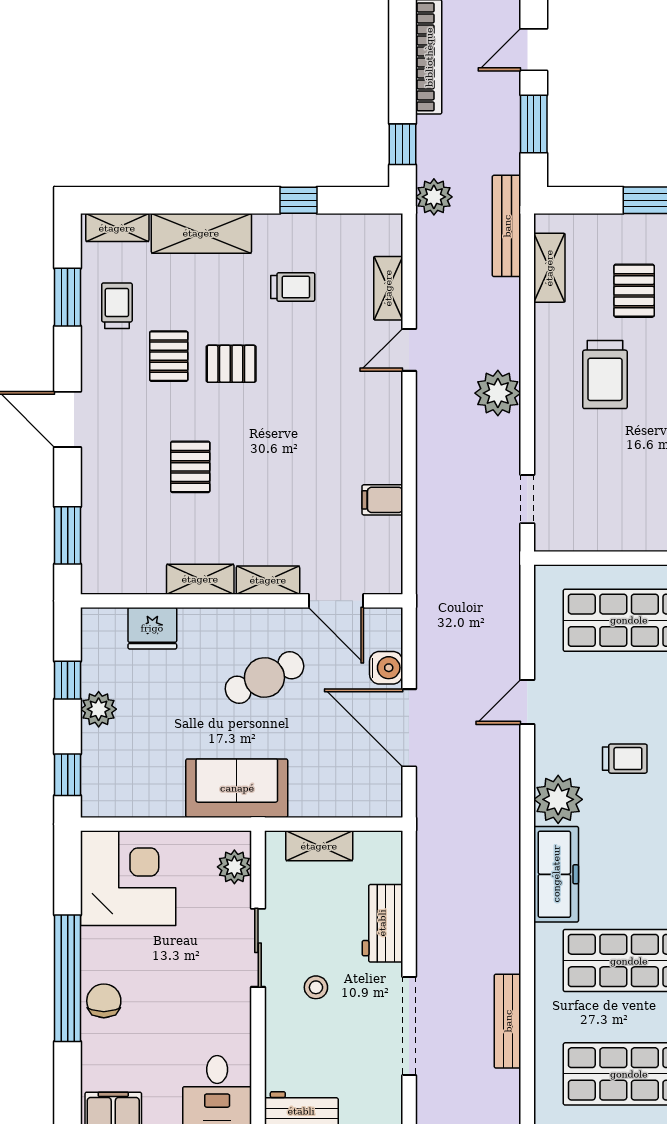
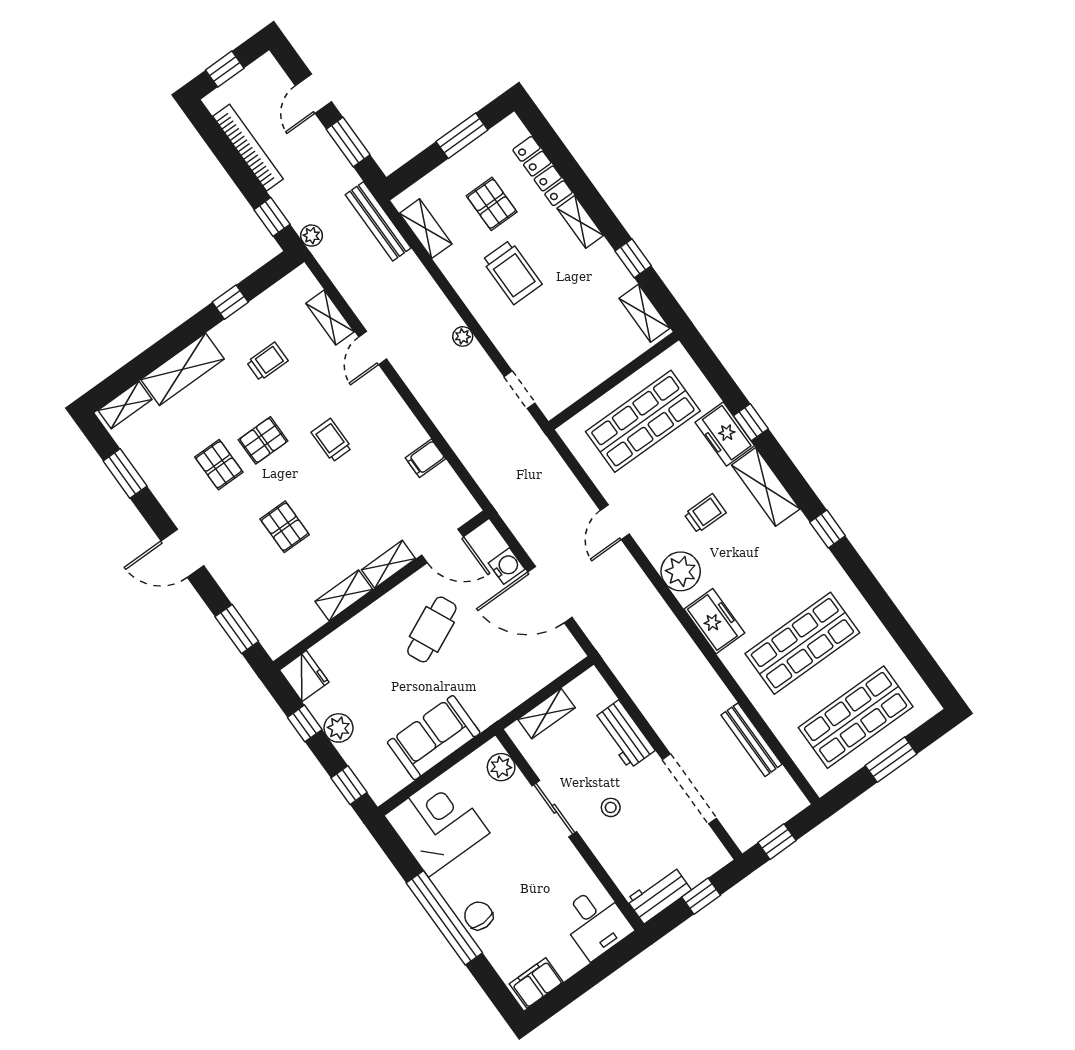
plant: (434, 197) -> (312, 236), width x0.73, depth x0.73
trolley: (117, 306) -> (332, 440), moved
plant: (498, 393) -> (463, 336), width x0.53, depth x0.53
fridge: (152, 628) -> (304, 676), moved, turned -90
sofa: (237, 788) -> (434, 738), moved
freezer: (556, 874) -> (714, 621), width x0.71

